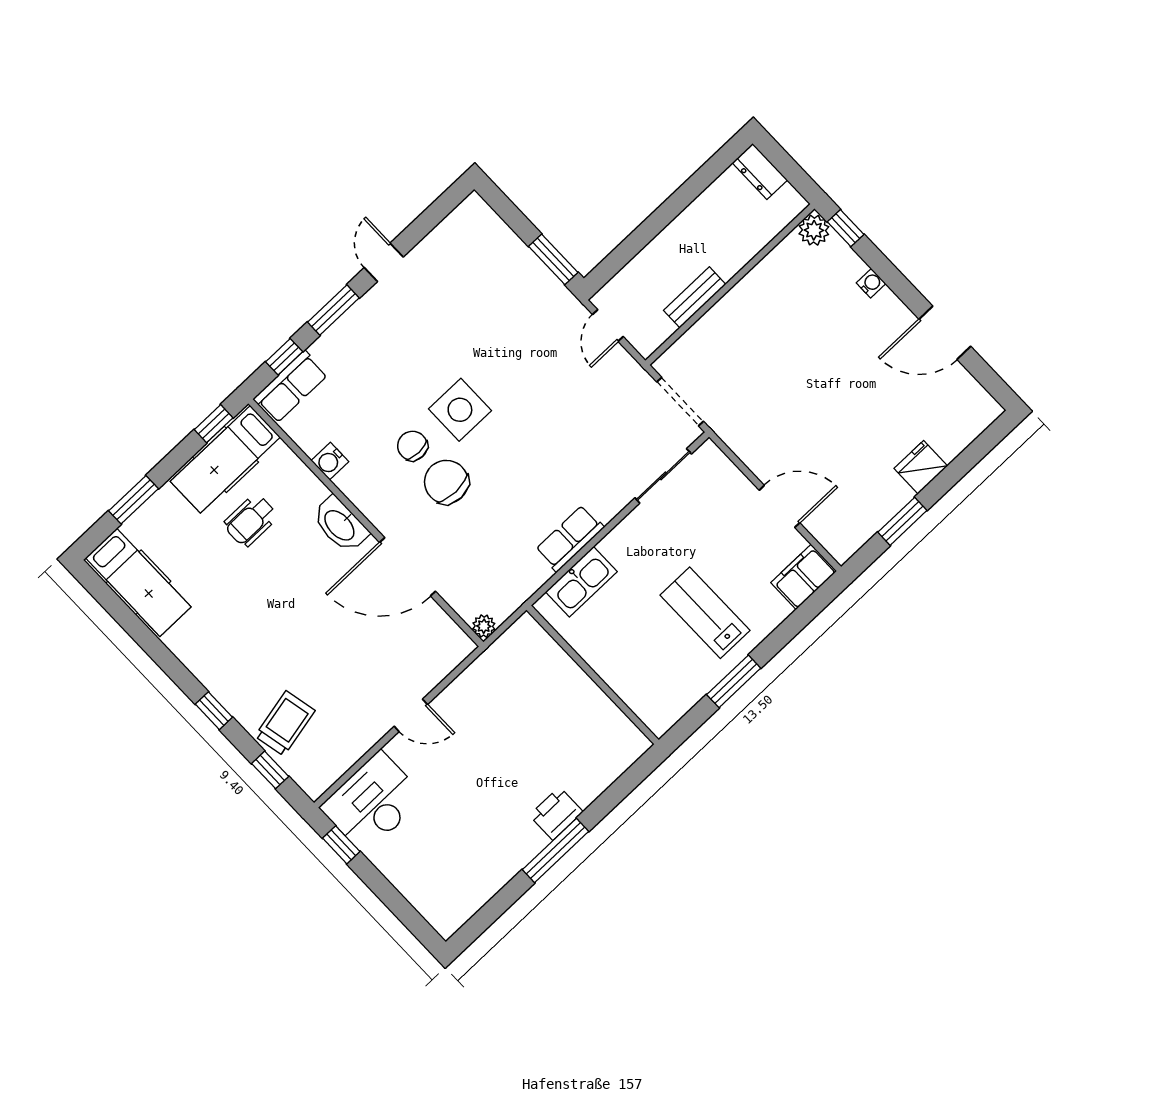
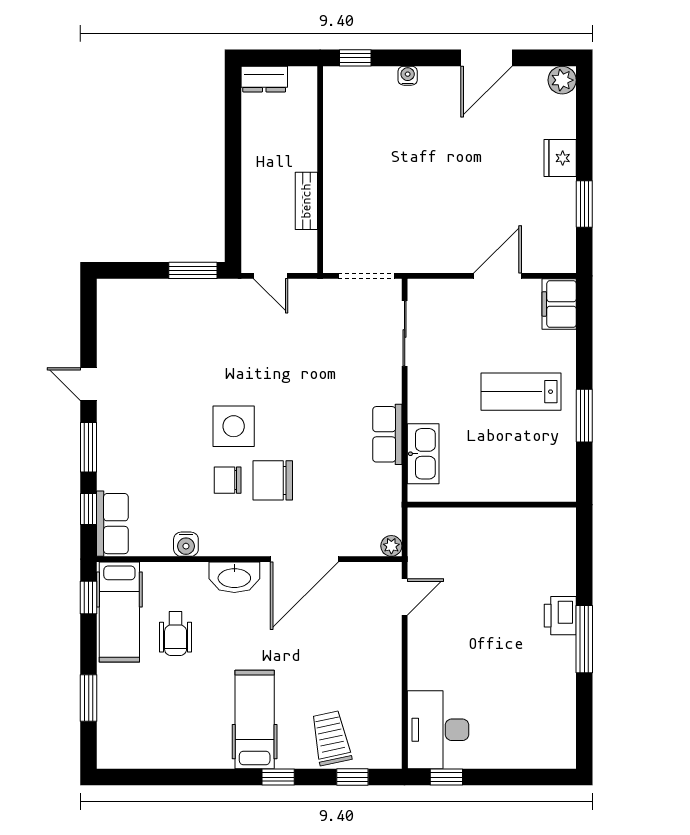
plant: (814, 230) -> (562, 80), moved
hospital bed: (138, 582) -> (255, 720), moved, turned -90
door: (411, 715) -> (405, 597), moved

